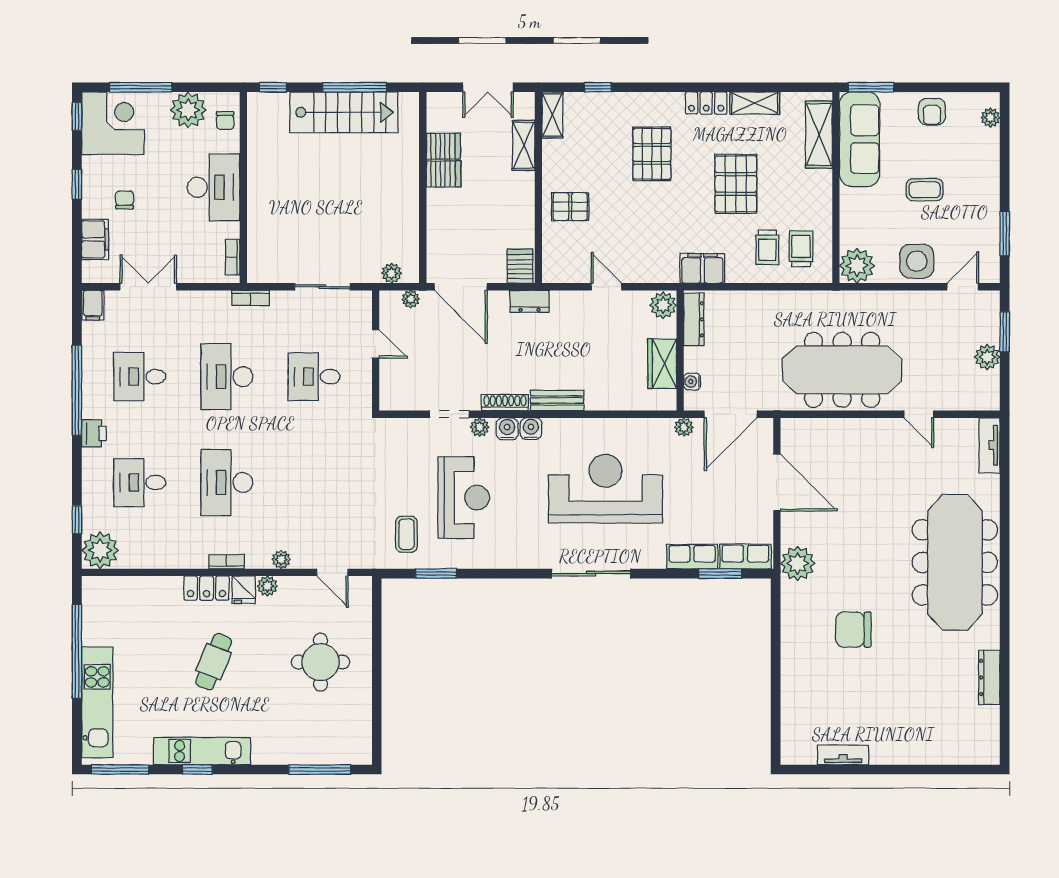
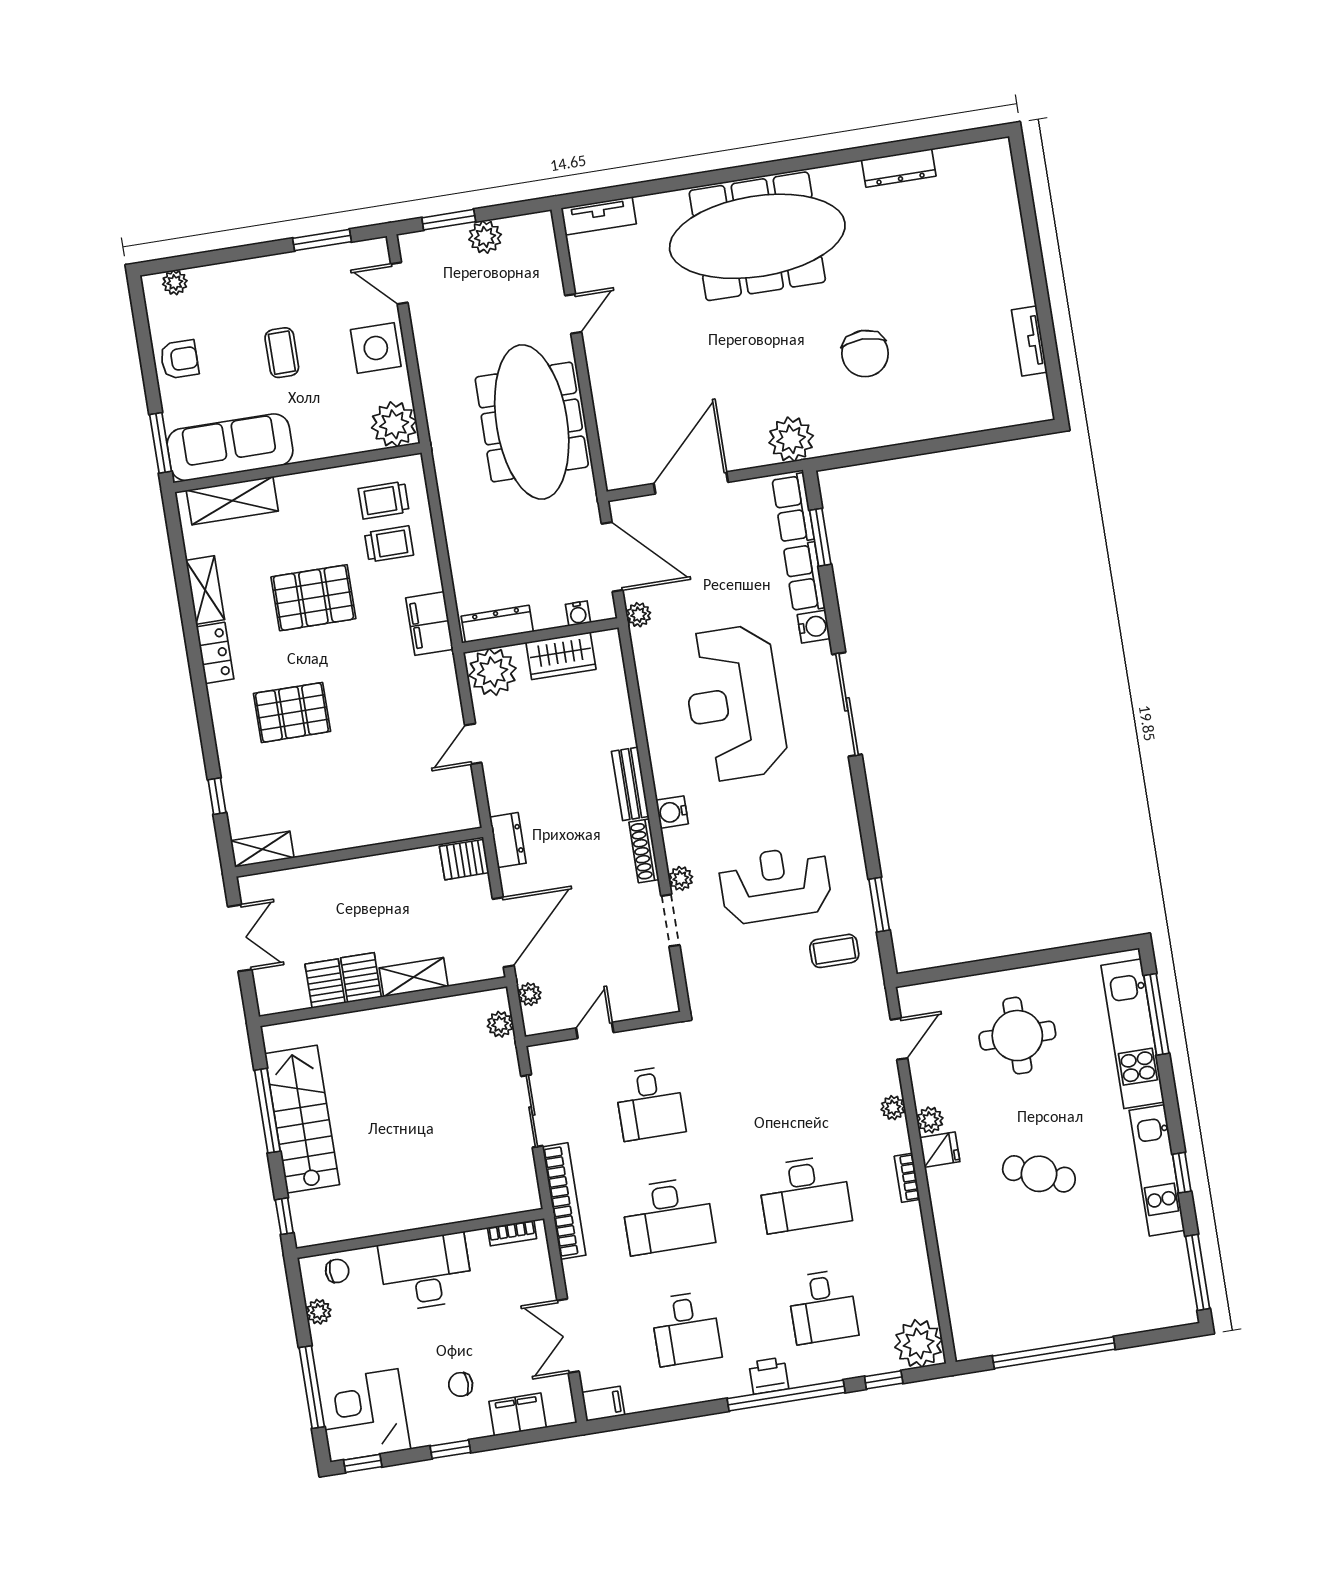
plant: (188, 110) -> (319, 1312), width x0.53, depth x0.53
shelving: (524, 145) -> (414, 977), moved
pallet: (570, 207) -> (377, 807), removed
bookcase: (250, 298) -> (564, 1201), width x2.31, depth x1.31
plant: (663, 305) -> (493, 672), width x1.36, depth x1.36
window: (77, 390) -> (786, 1395), moved
water cooler: (507, 429) -> (814, 627), moved, turned 180
locker: (206, 588) -> (945, 1198), removed
kitchen unit: (97, 702) -> (1133, 1034), moved, turned -90

